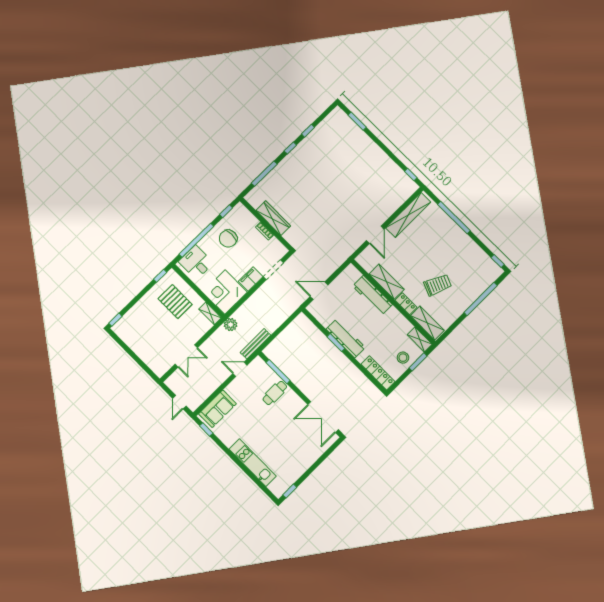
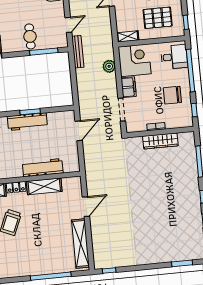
door: (375, 235) -> (86, 207), swing flipped
chair: (228, 239) -> (172, 95), turned -90
plant: (231, 325) -> (109, 66), moved

